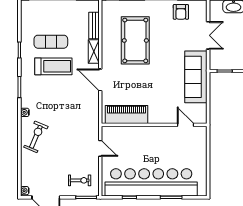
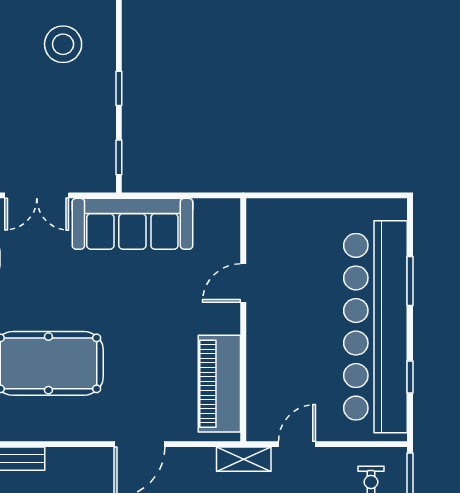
double door: (208, 35) -> (37, 195), swing flipped
shelving: (94, 52) -> (244, 459), moved
door: (186, 125) -> (243, 283), moved

